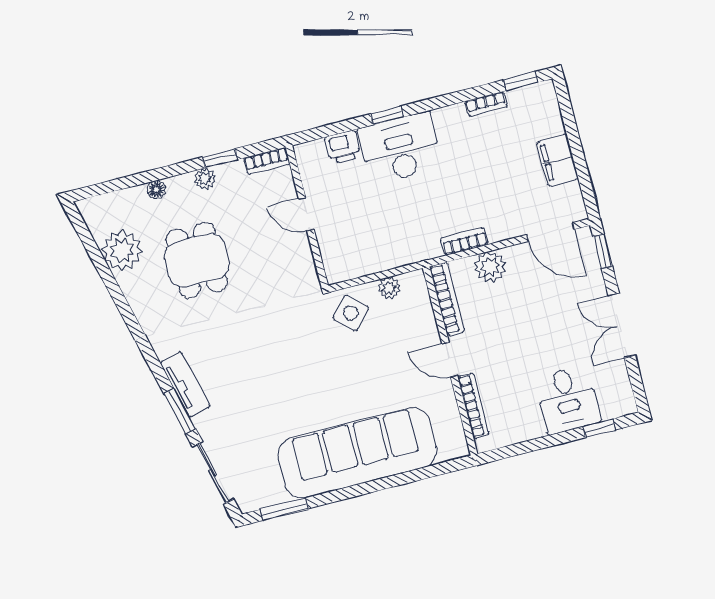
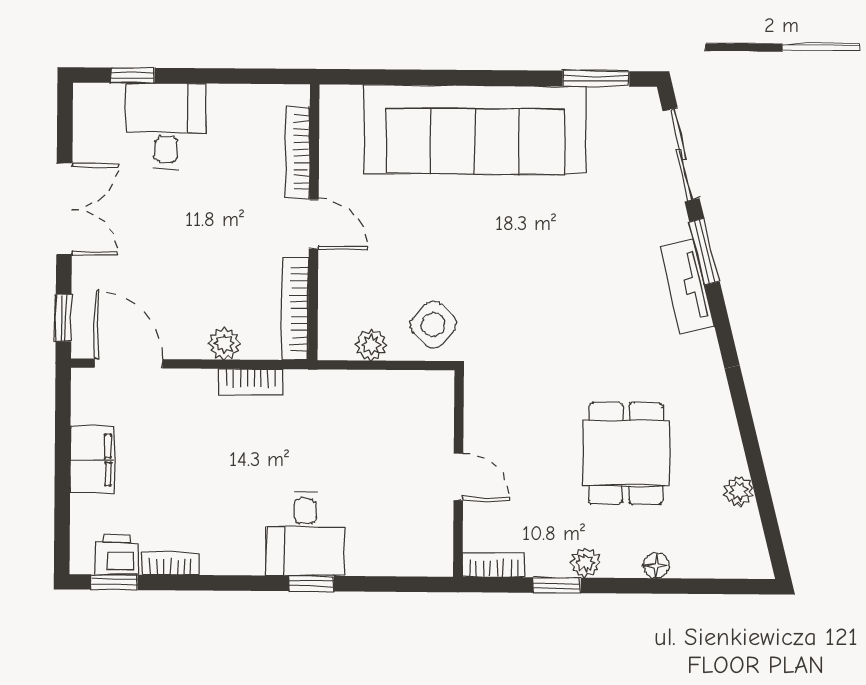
printer: (343, 147) -> (117, 554), moved
desk: (400, 148) -> (305, 534), width x0.73
plant: (122, 250) -> (738, 491), width x0.53, depth x0.53
plant: (490, 267) -> (224, 343), width x0.73, depth x0.73

